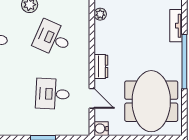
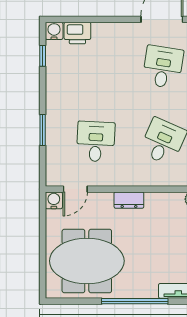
door: (92, 98) -> (75, 189), moved

